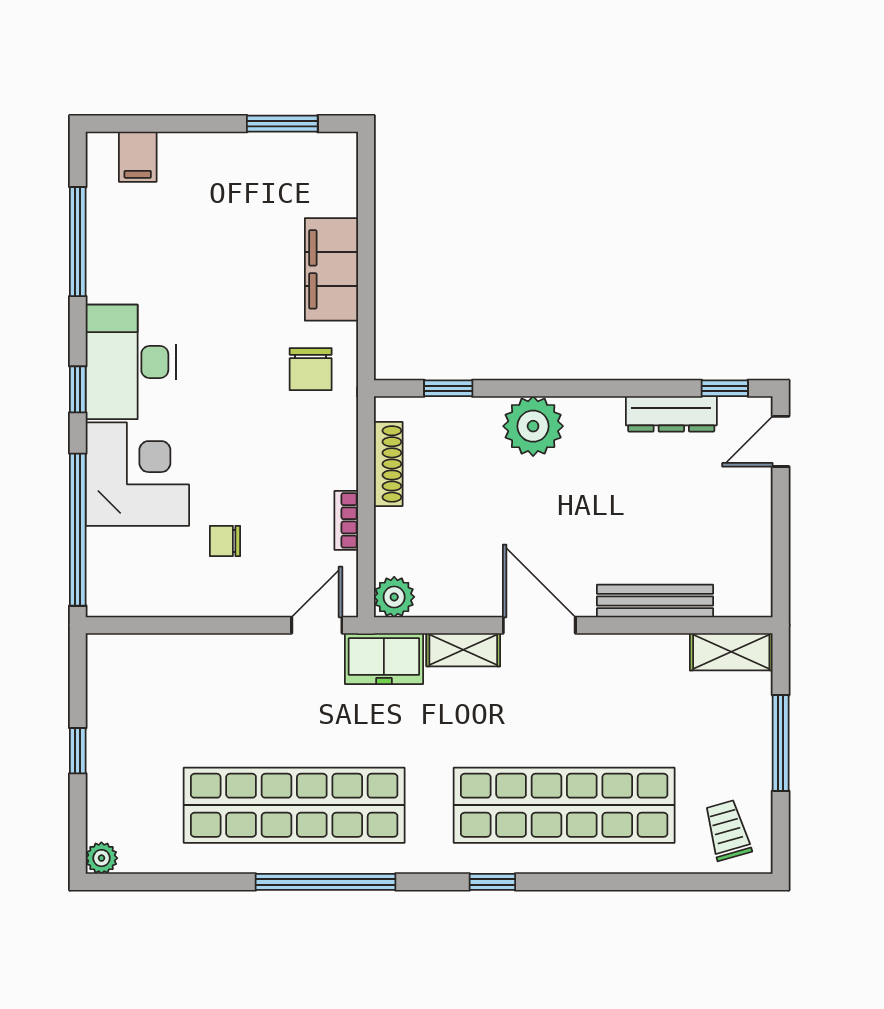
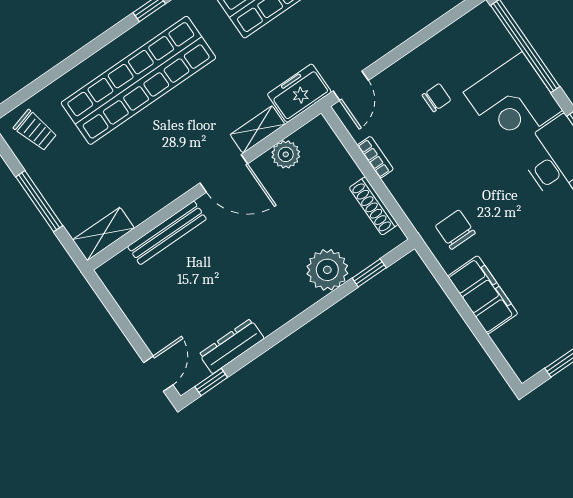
plant: (533, 426) -> (327, 270), moved
plant: (394, 597) -> (286, 154), moved

